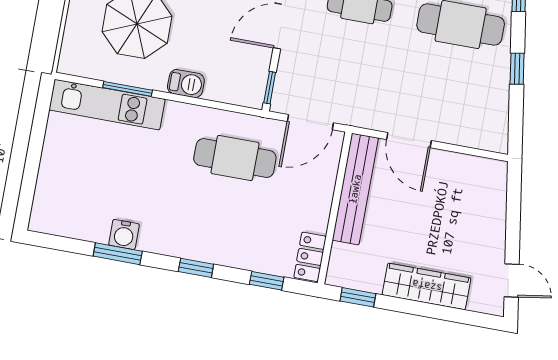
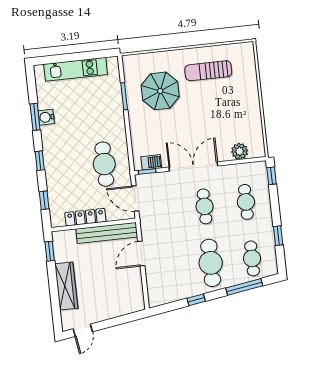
barbecue: (186, 84) -> (151, 162), moved, turned -90
kitchen unit: (107, 105) -> (76, 69), moved, turned -90
locker: (310, 257) -> (85, 217), moved, width x1.53

